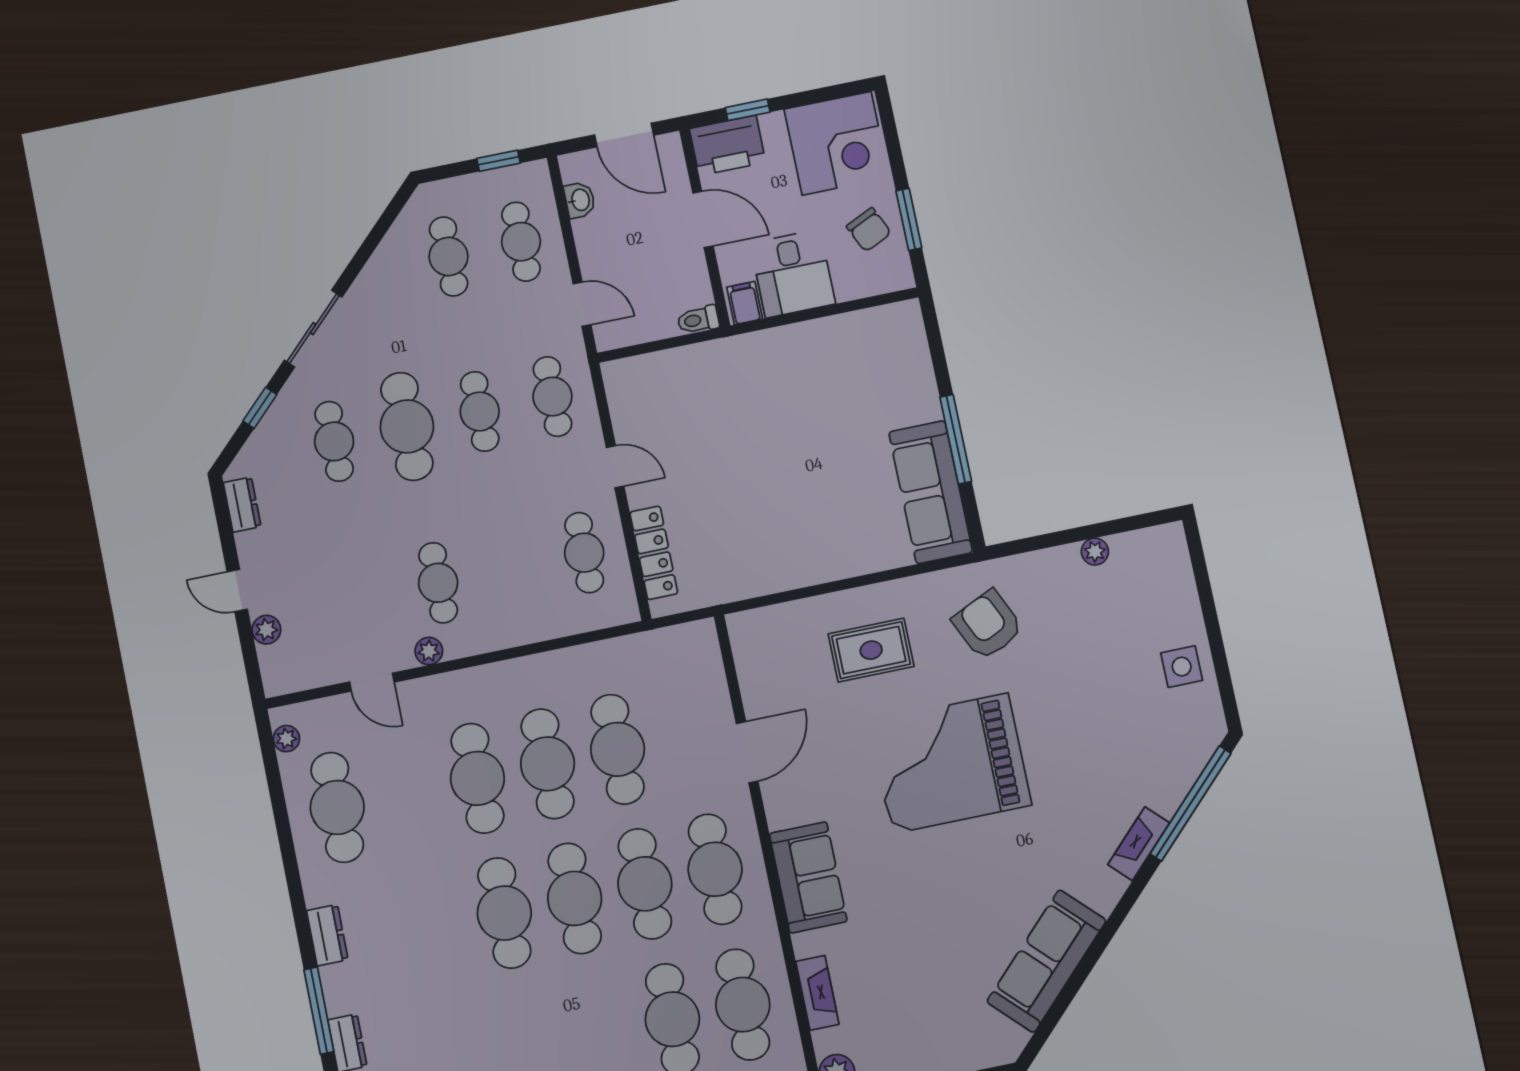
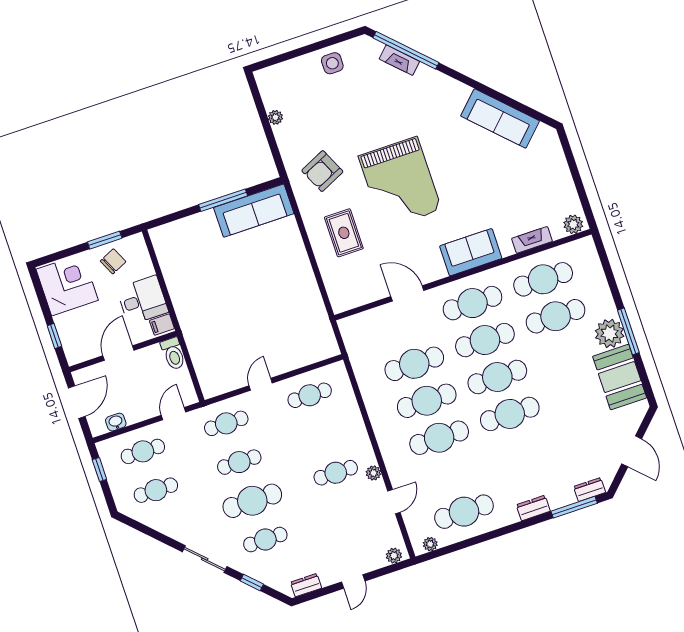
printer: (728, 145) -> (76, 345), removed
toilet: (698, 320) -> (173, 354), width x1.37, depth x1.39
locker: (654, 553) -> (305, 357), removed
plant: (266, 630) -> (394, 556), moved
fireplace: (1139, 844) -> (399, 60), moved

